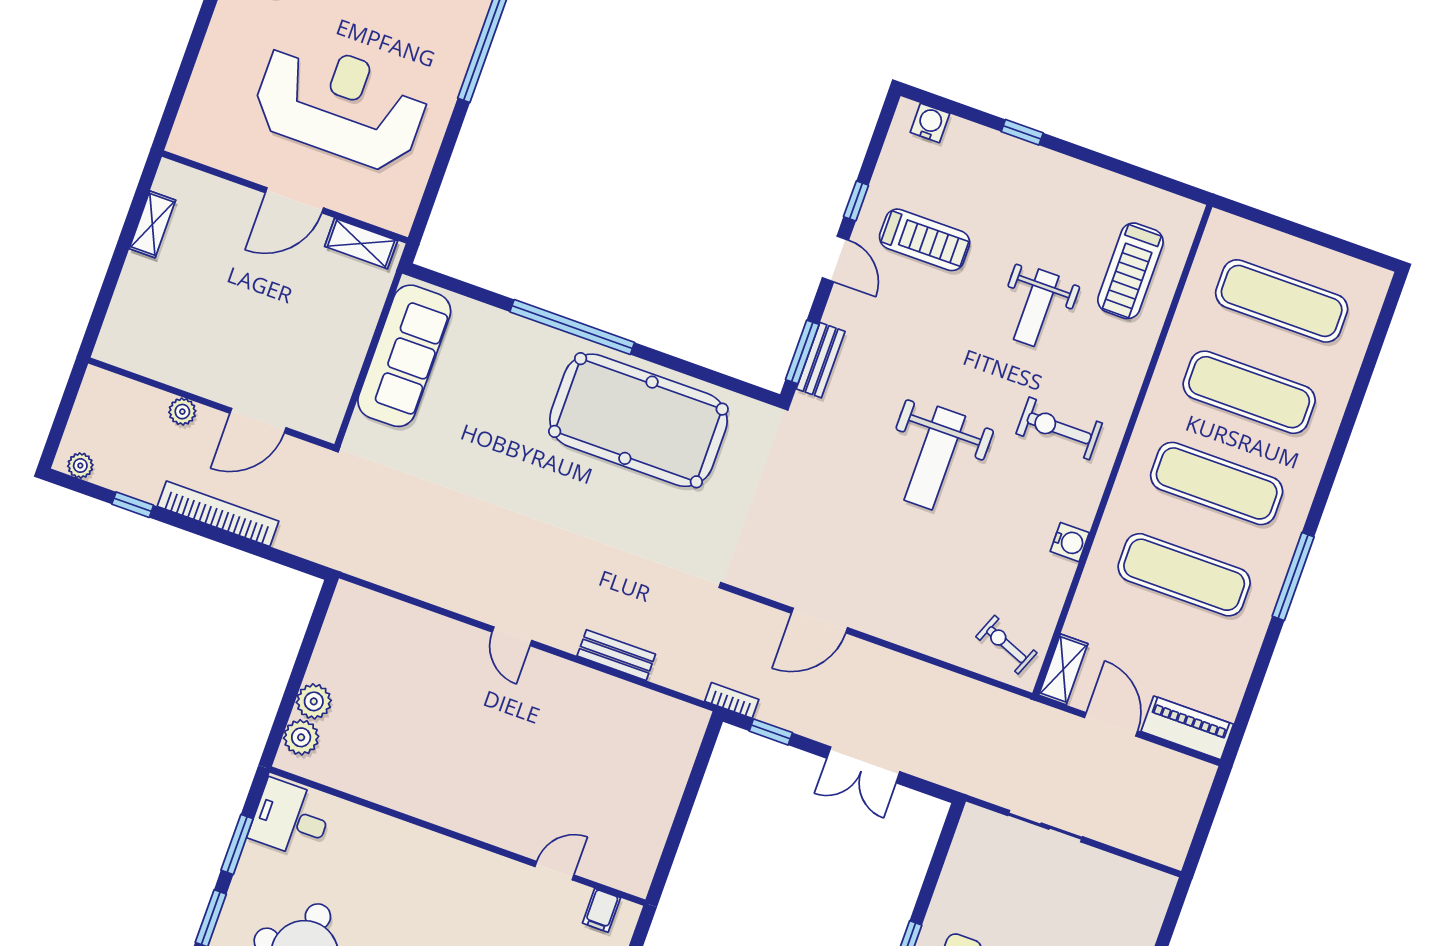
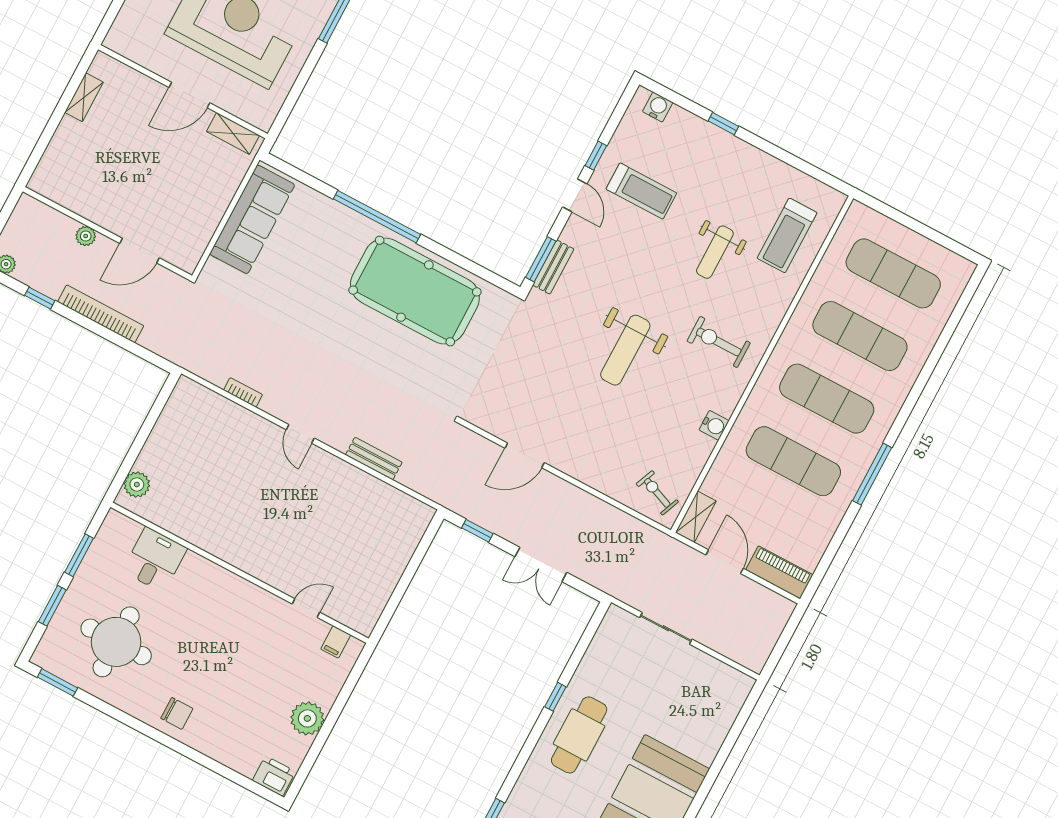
bookcase: (732, 700) -> (243, 392), moved
plant: (314, 701) -> (150, 460), removed
desk: (291, 819) -> (155, 560), moved, turned 90

